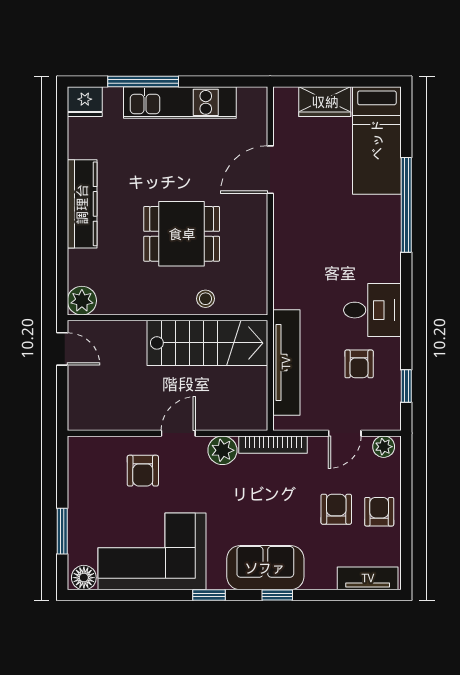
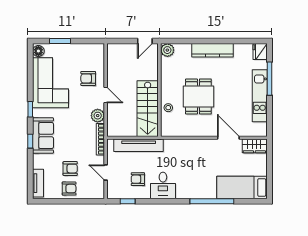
wardrobe: (325, 102) -> (254, 146), moved, turned -90
plant: (384, 447) -> (99, 191), removed

